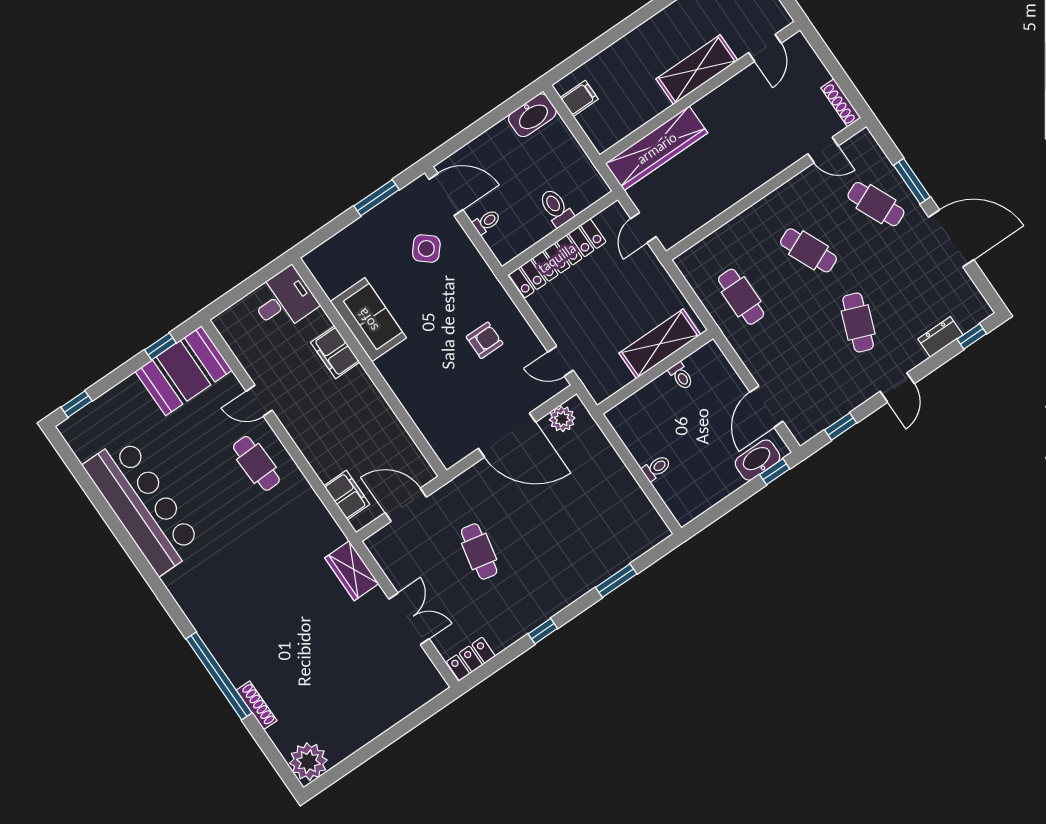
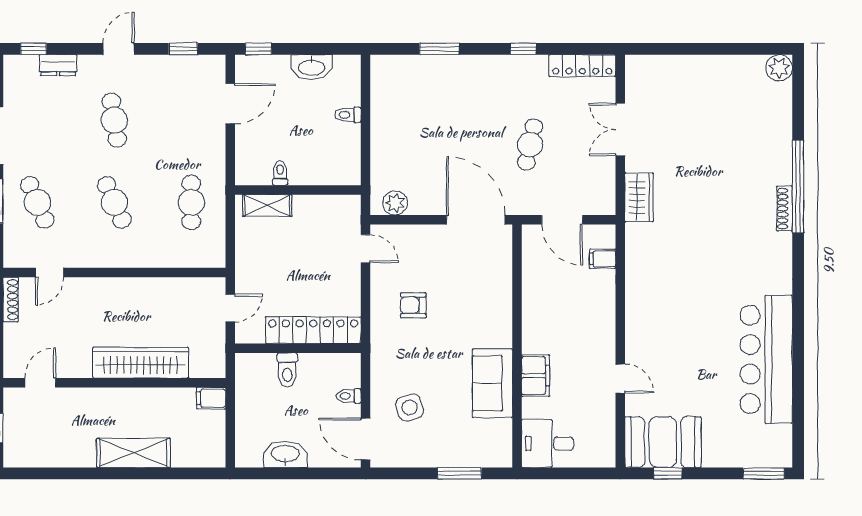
shelving: (697, 70) -> (133, 453), moved
filing cabinet: (579, 98) -> (211, 398), moved
washbasin: (532, 115) -> (285, 454), moved
wardrobe: (657, 148) -> (141, 363), moved
door: (823, 150) -> (49, 273), swing flipped
window: (377, 198) -> (459, 473), moved
side table: (426, 249) -> (410, 407), turned 32
cafe table: (858, 322) -> (114, 120), turned -30
shelving: (660, 344) -> (267, 206), width x0.67, depth x0.75
window: (76, 404) -> (764, 473), width x1.50
door: (507, 435) -> (476, 220), moved
washbasin: (758, 460) -> (311, 67), moved
cafe table: (256, 463) -> (656, 331), removed
filing cabinet: (347, 495) -> (603, 259), width x0.50
locker: (471, 659) -> (582, 66), width x1.53
shoe rack: (257, 705) -> (785, 209), moved
plant: (308, 762) -> (779, 68), width x0.73, depth x0.73

